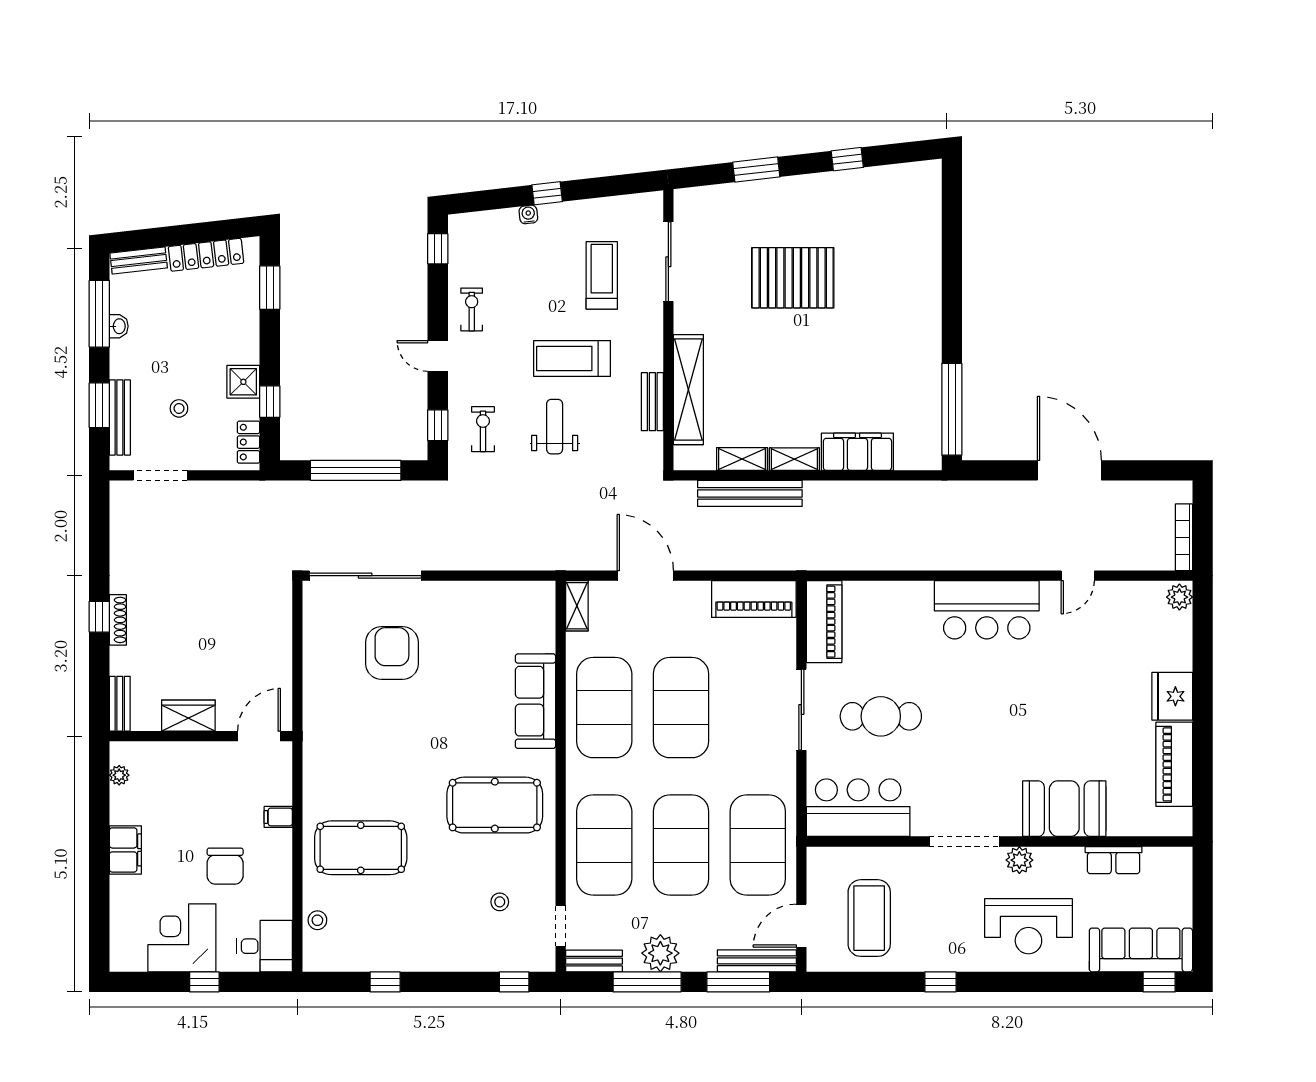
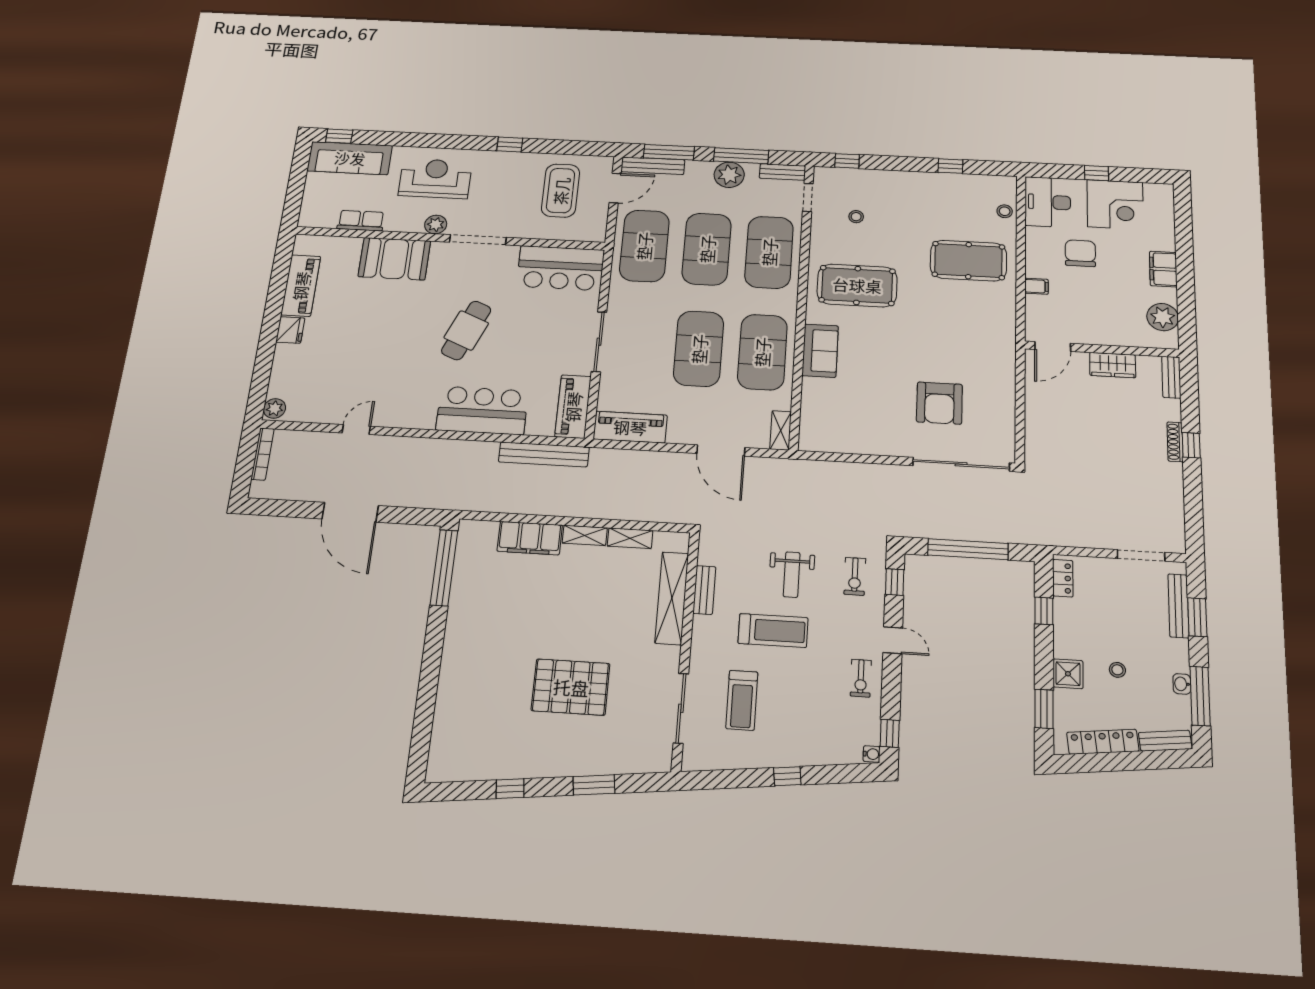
water cooler: (528, 214) -> (872, 754), moved, turned -84
shower: (243, 382) -> (1068, 674), moved
stool: (179, 408) -> (1117, 670), moved
bench: (750, 493) -> (544, 454), moved
bar counter: (987, 610) -> (482, 410), moved
fridge: (1172, 696) -> (290, 330), width x0.73, depth x0.75
sofa: (535, 701) -> (820, 351), width x0.73
cafe table: (881, 716) -> (466, 330), moved, turned -67
plant: (119, 775) -> (1163, 317), width x1.87, depth x1.87
desk: (265, 946) -> (1048, 202), width x1.37

